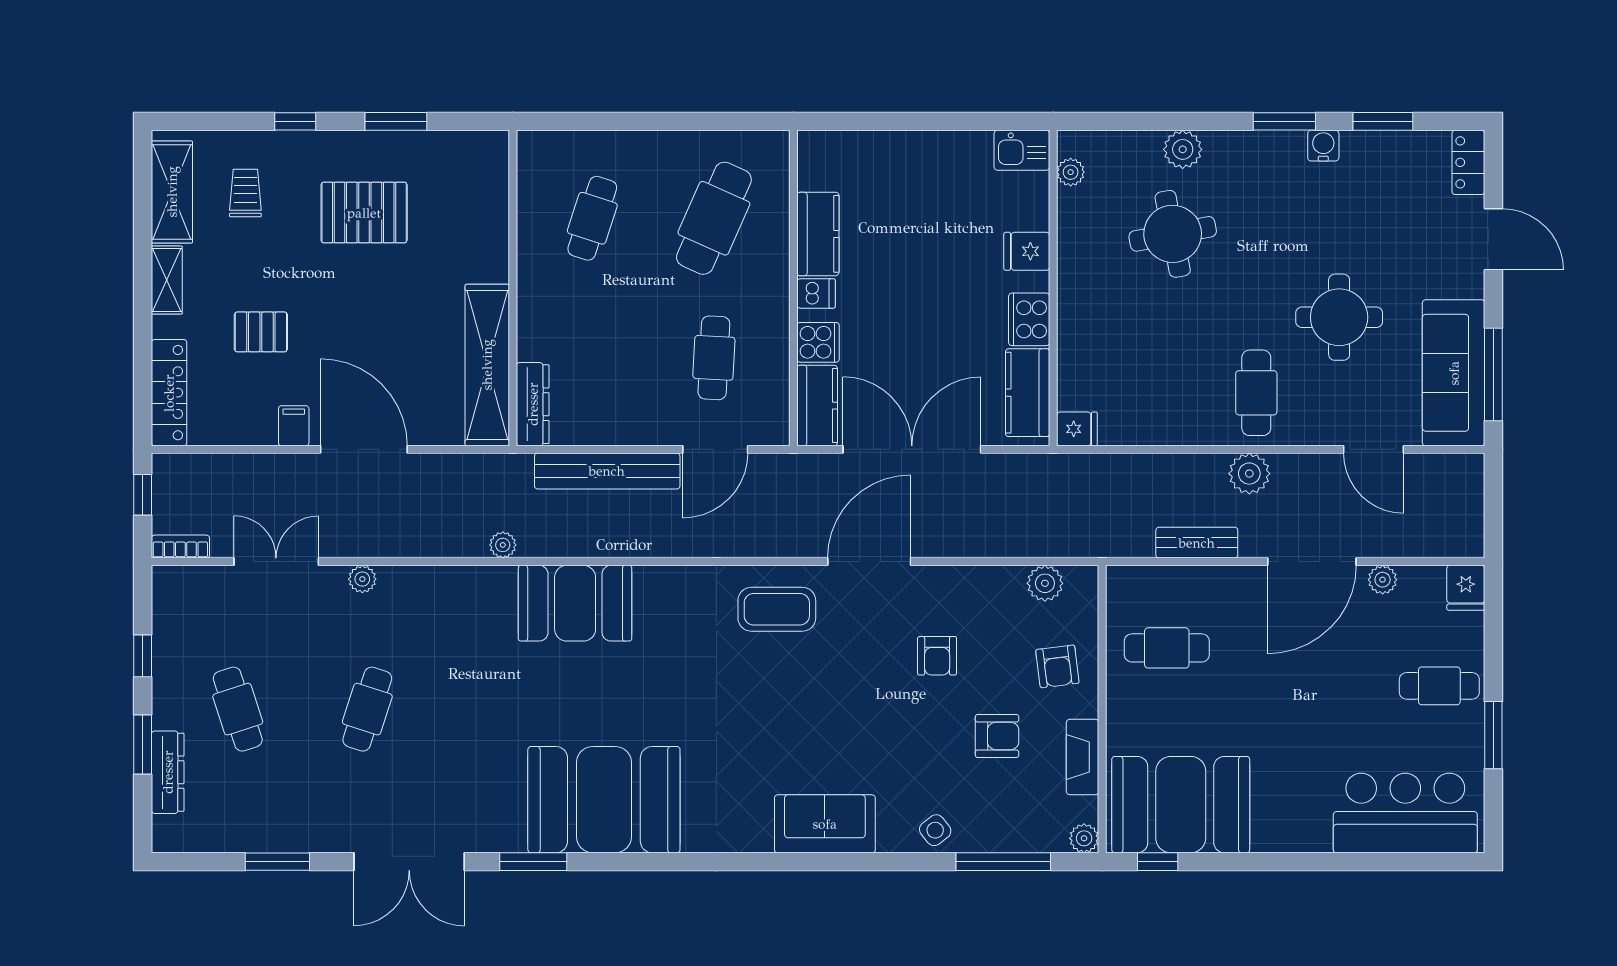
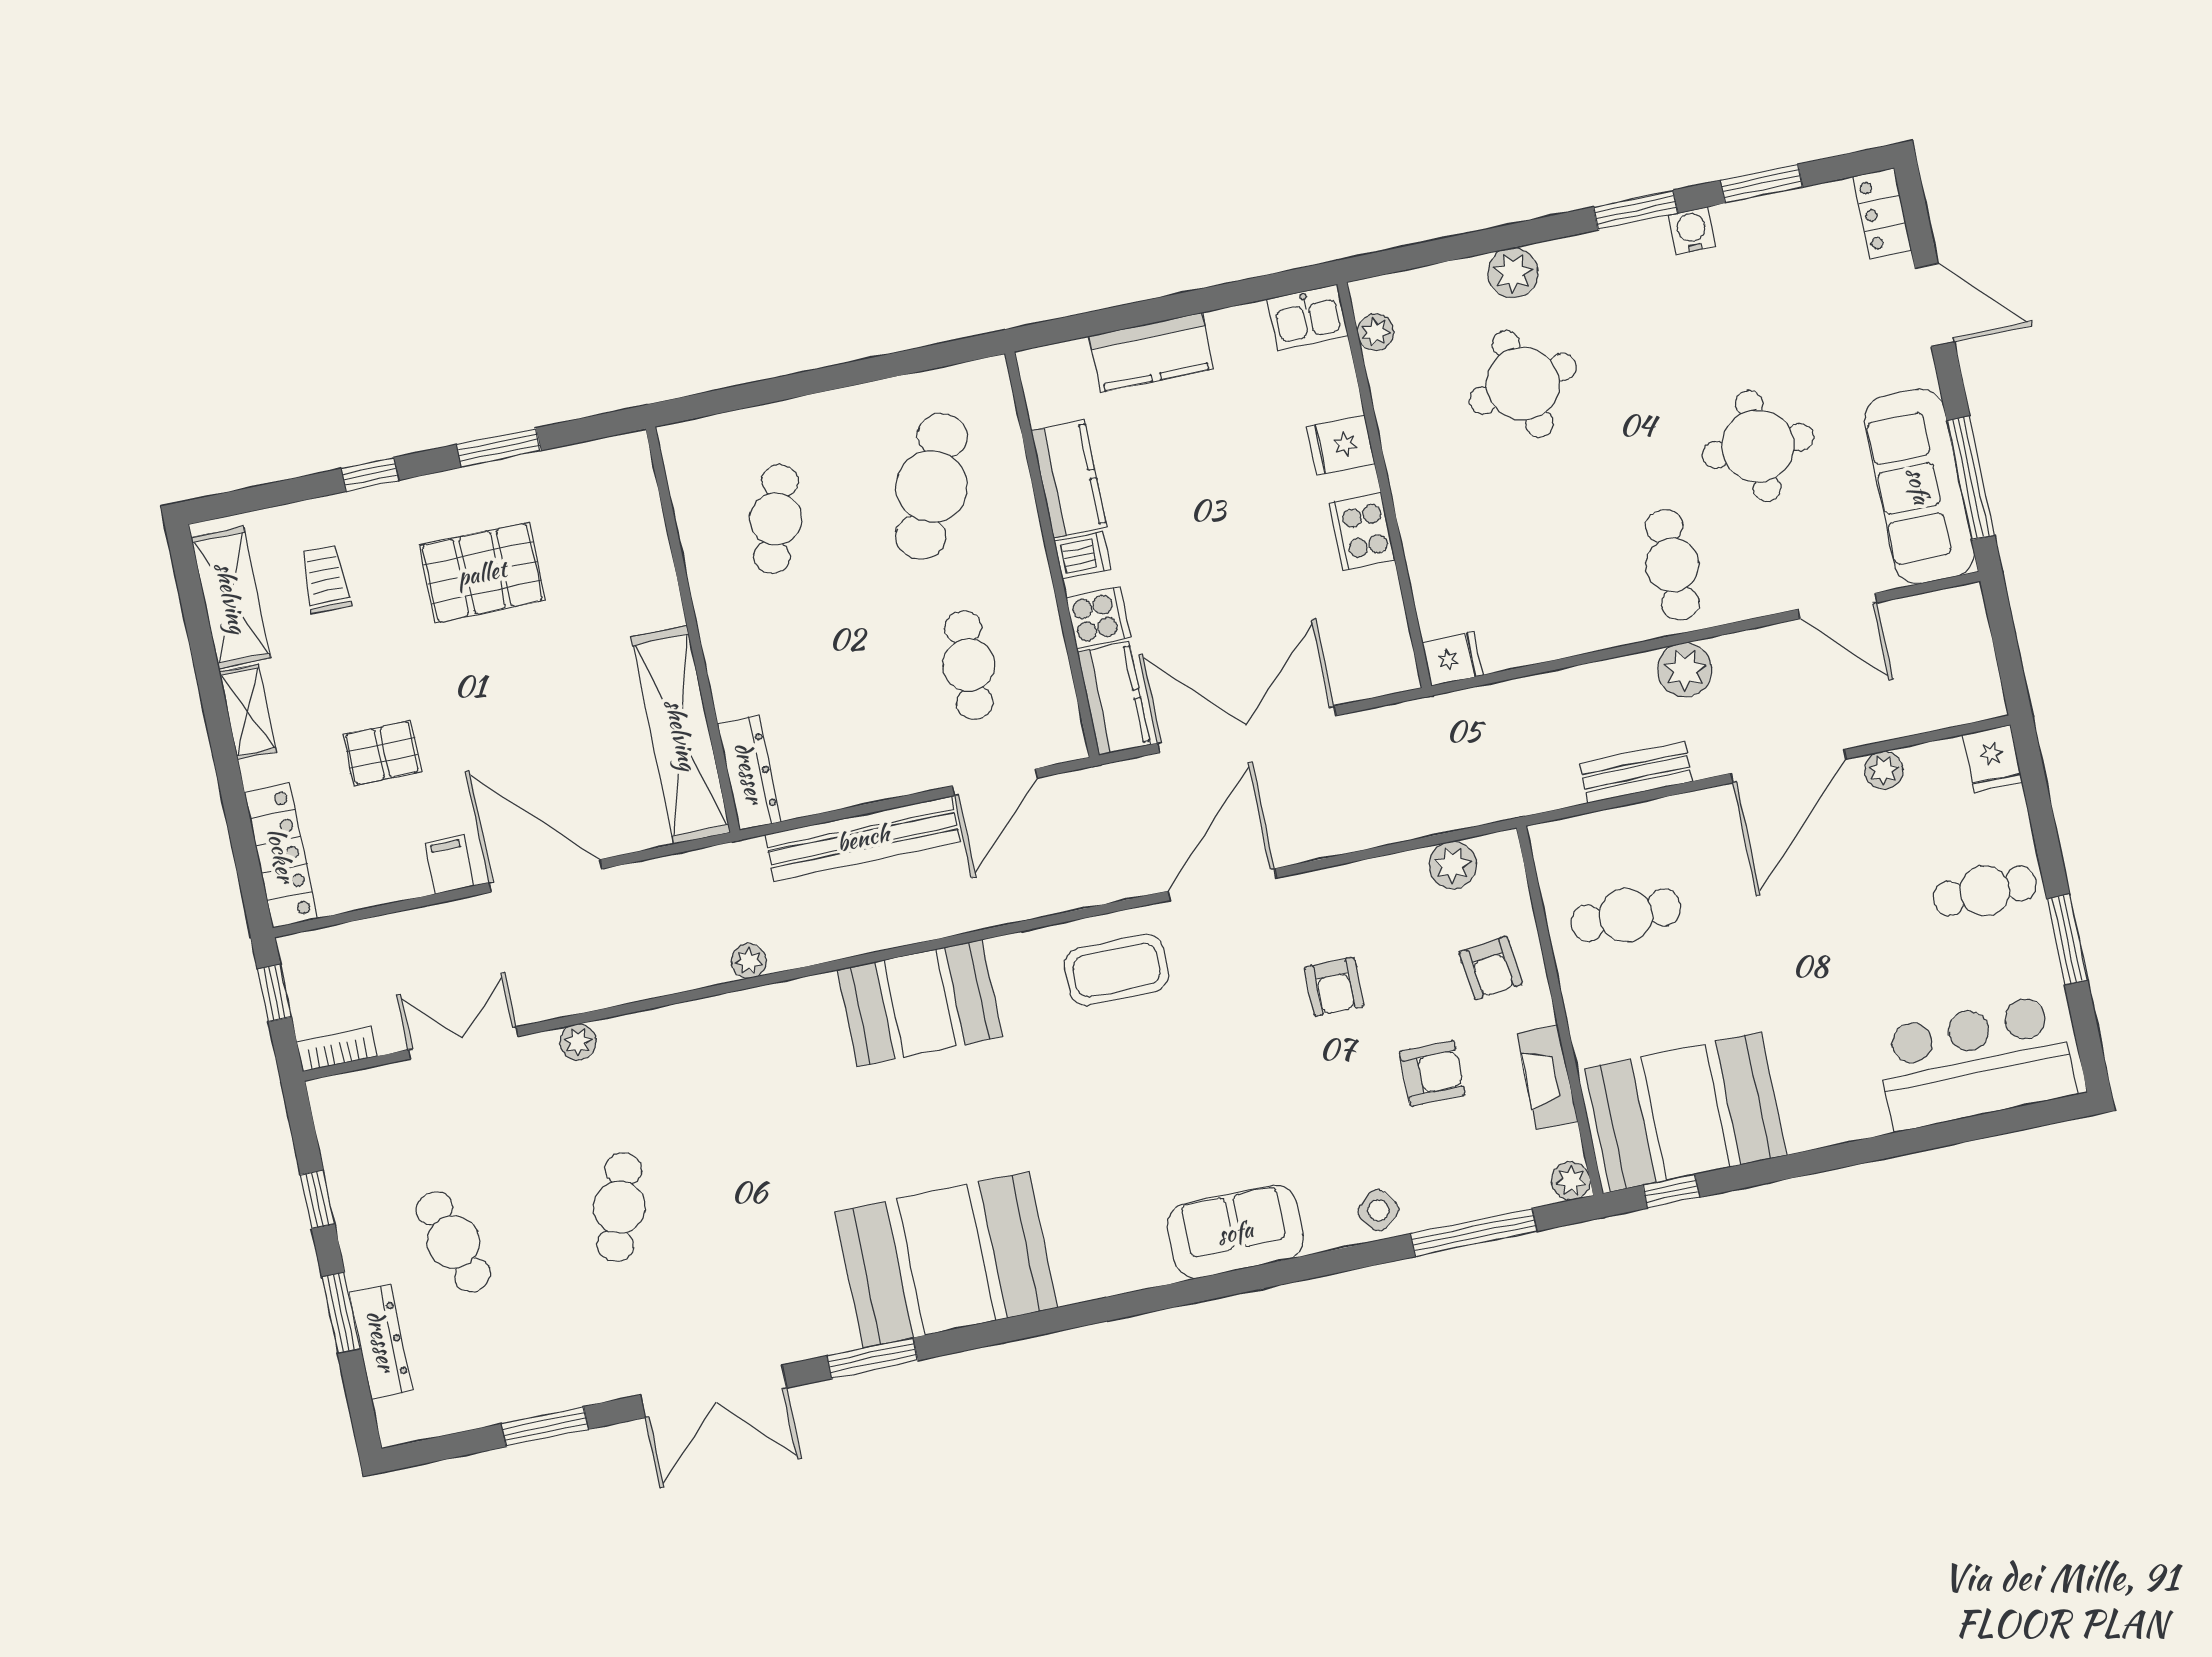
kitchen counter: (1028, 393) -> (1151, 352), moved, turned -90
booth: (575, 603) -> (920, 1003), moved

